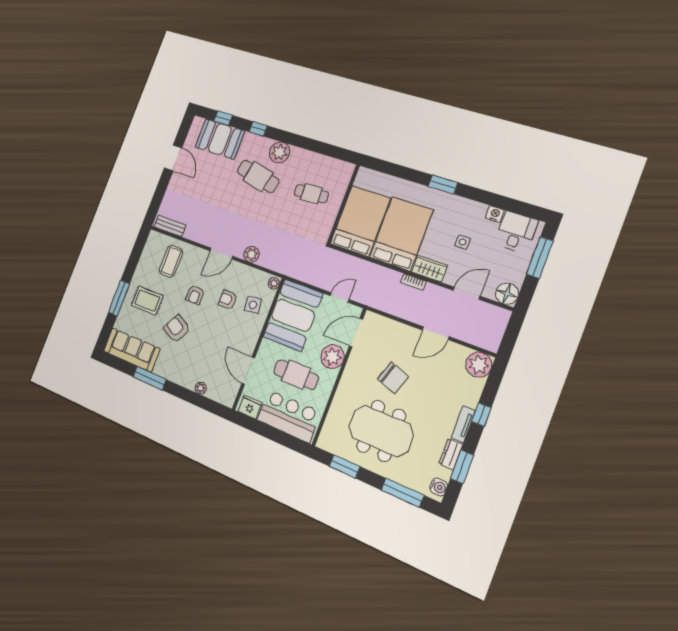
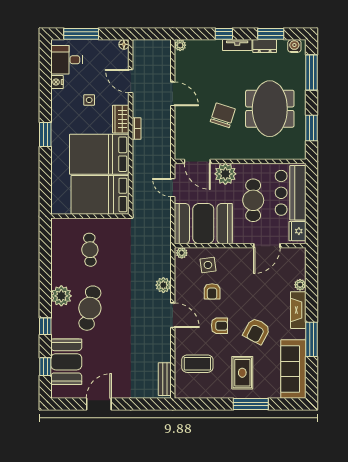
floor lamp: (507, 294) -> (124, 44), width x0.53, depth x0.53
plant: (479, 365) -> (180, 45), width x0.53, depth x0.53
fireplace: (179, 377) -> (298, 310), added

